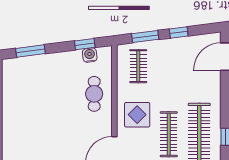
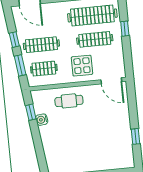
window: (30, 51) -> (40, 154), removed
water cooler: (90, 55) -> (42, 120), moved
clothes rail: (169, 66) -> (41, 45), added

